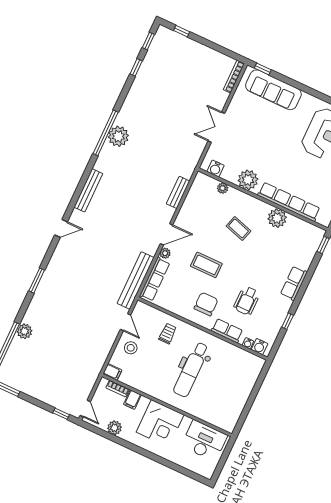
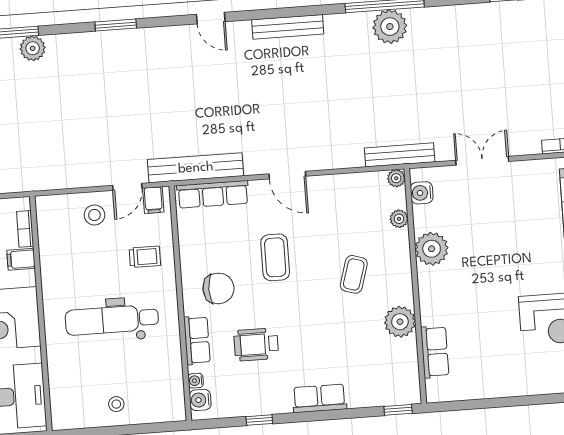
bench: (178, 192) -> (400, 155), moved, width x1.36
row of seats: (289, 202) -> (435, 352), width x0.50
plant: (165, 253) -> (396, 178), moved
filing cabinet: (112, 372) -> (153, 200), moved
stool: (237, 392) -> (116, 404), added

